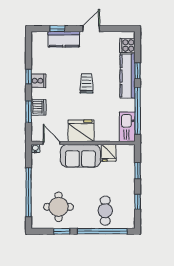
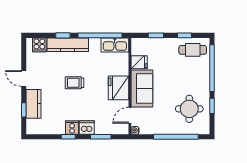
dishwasher: (39, 107) -> (87, 127), moved
cafe table: (105, 211) -> (193, 50), moved

